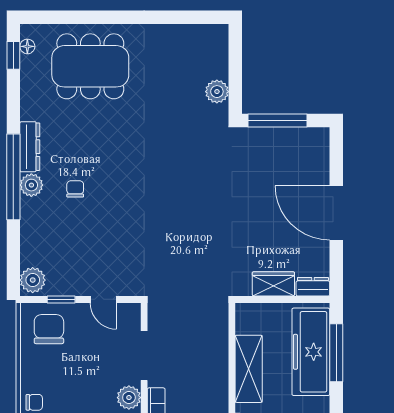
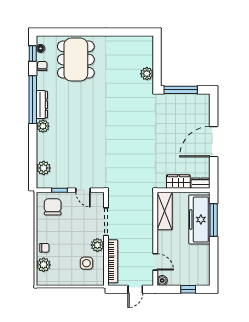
dining table: (90, 66) -> (76, 60), turned 90
window: (13, 177) -> (33, 100), moved
chair: (75, 189) -> (42, 66), moved
door: (336, 213) -> (214, 142), hinge flipped
plant: (33, 280) -> (44, 168), moved
shelving: (249, 369) -> (165, 211), moved

